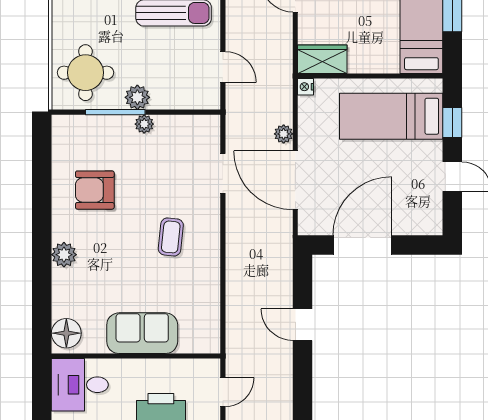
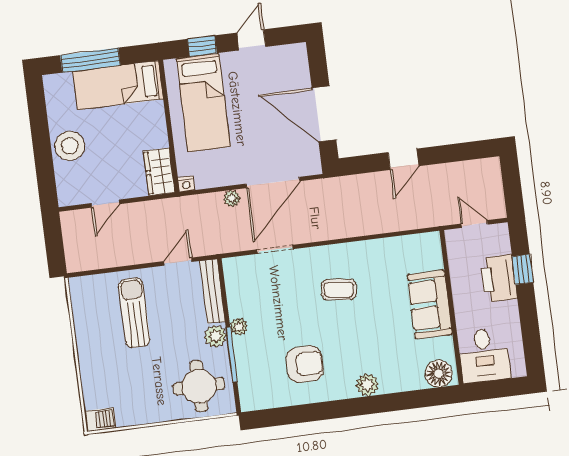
bench: (186, 100) -> (212, 291), added
armchair: (95, 190) -> (305, 364), turned -90

